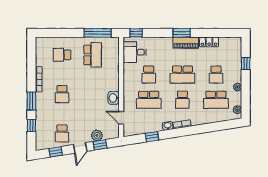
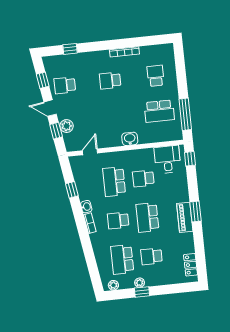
locker: (209, 42) -> (191, 265), moved
window: (246, 63) -> (142, 292), moved
washbasin: (114, 98) -> (130, 139), moved
window: (31, 101) -> (98, 46), removed

